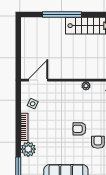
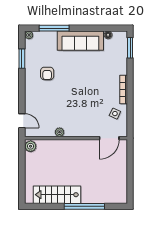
armchair: (79, 129) -> (66, 87), removed
plant: (28, 149) -> (120, 66), removed

